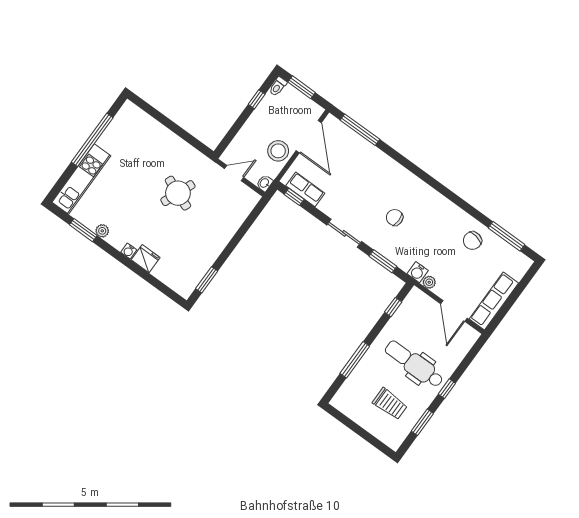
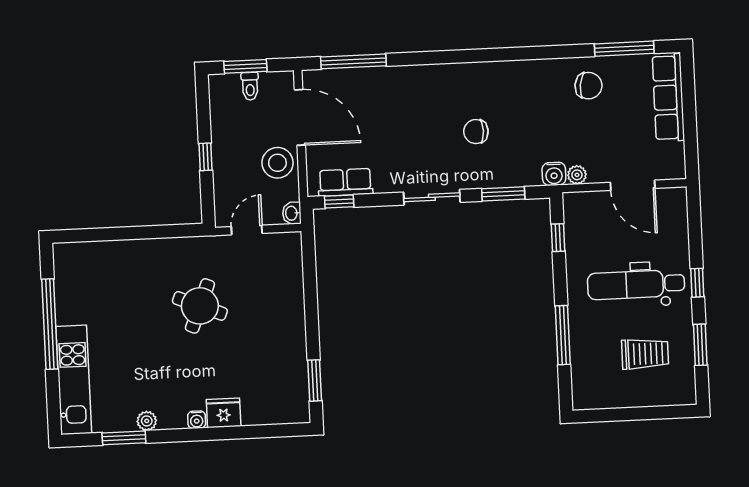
toilet: (278, 86) -> (250, 86), moved
window: (257, 99) -> (205, 157), moved
chair: (472, 241) -> (589, 86), turned -94
row of seats: (494, 301) -> (668, 98), moved

